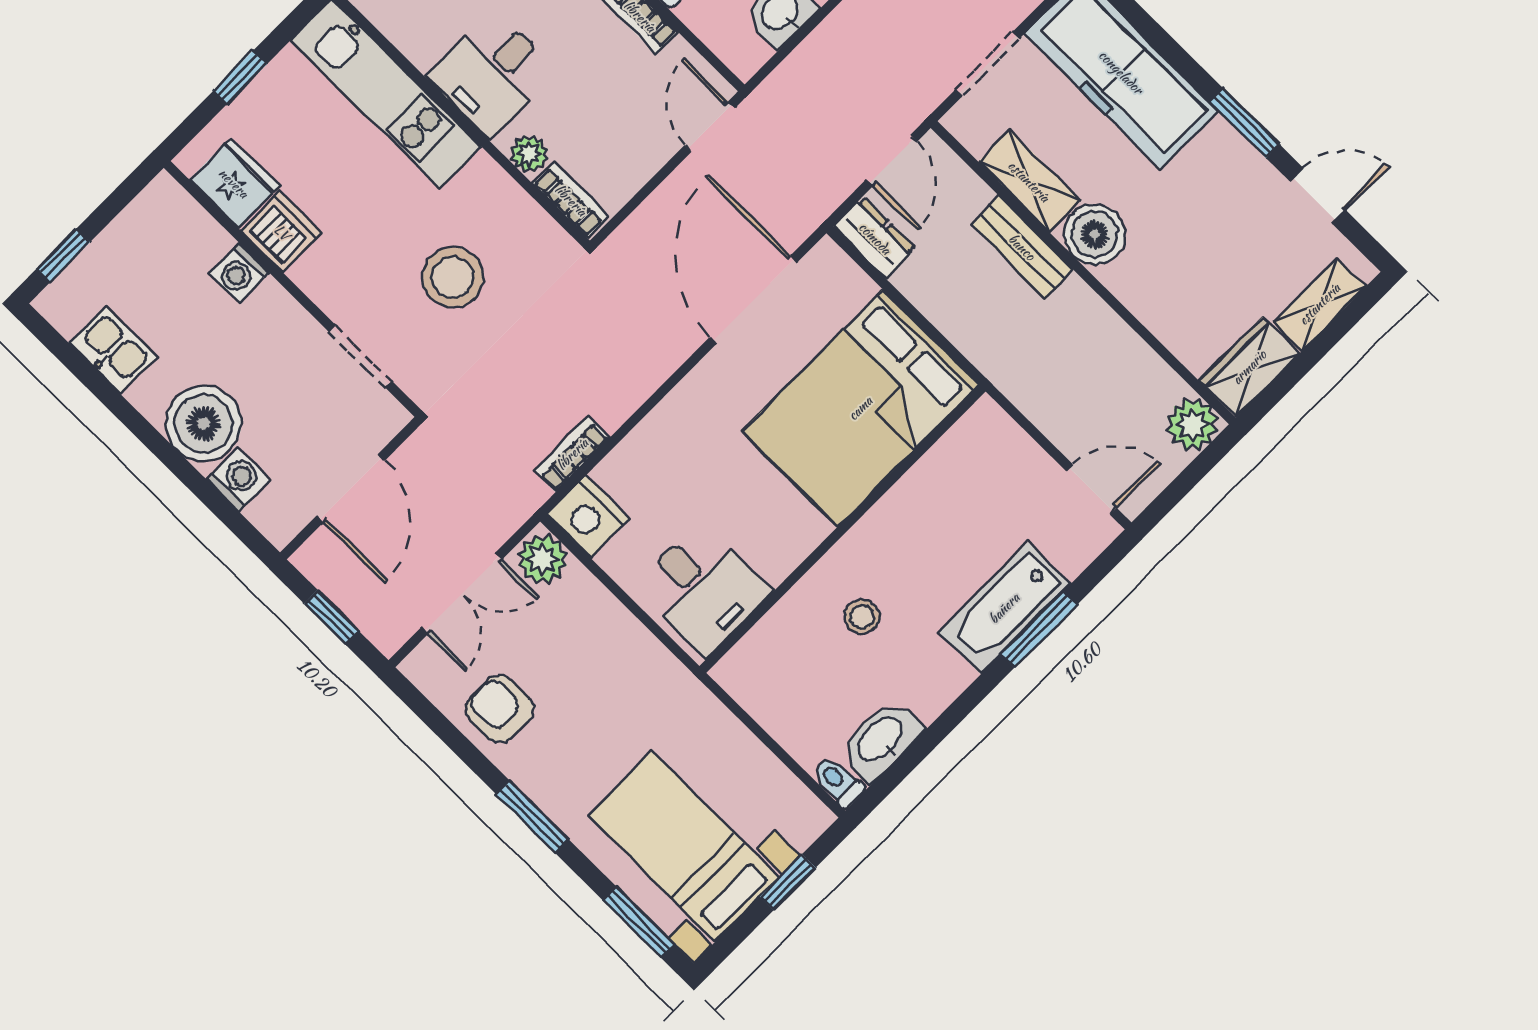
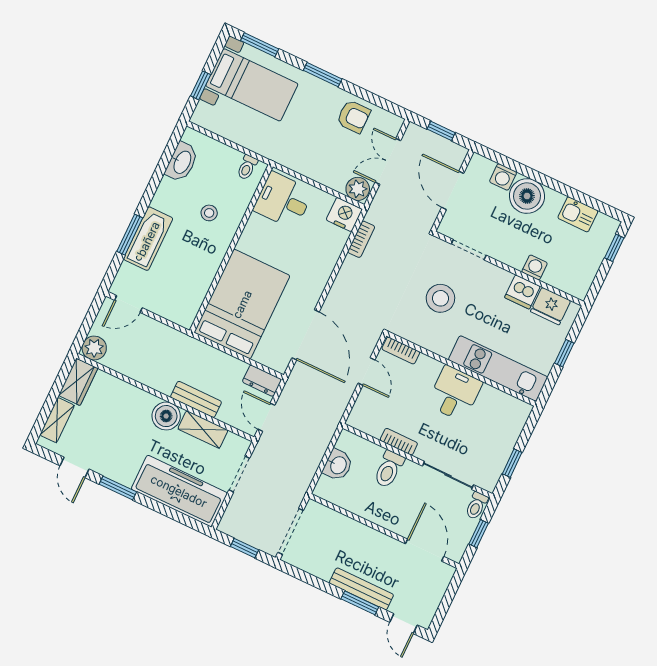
door: (710, 127) -> (367, 372), moved
plant: (529, 154) -> (426, 364), removed
door: (1318, 196) -> (75, 467), hinge flipped
toilet: (838, 782) -> (247, 167), moved, turned 90

